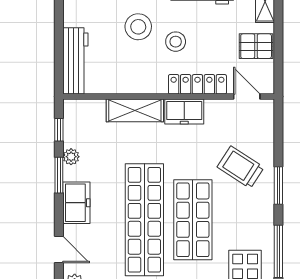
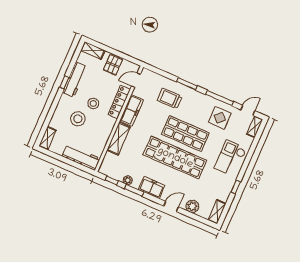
freezer: (184, 112) -> (132, 110), width x1.40
trolley: (241, 167) -> (170, 98), turned 57

